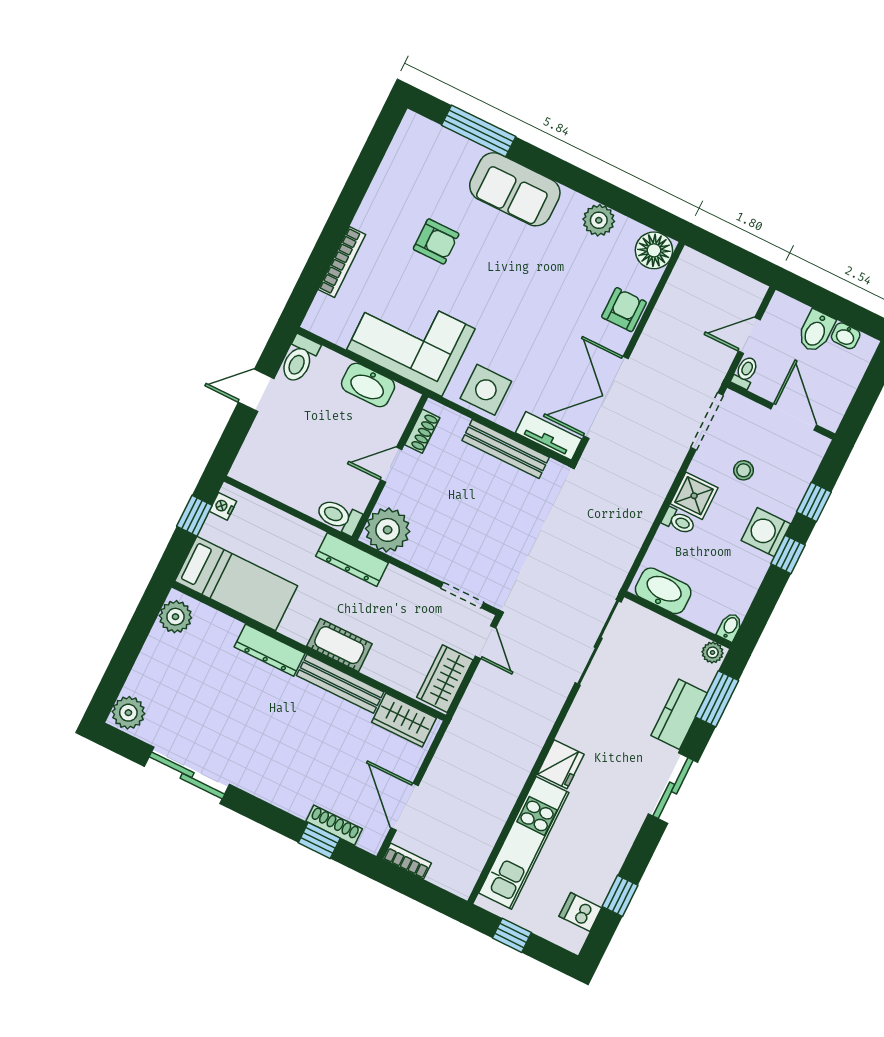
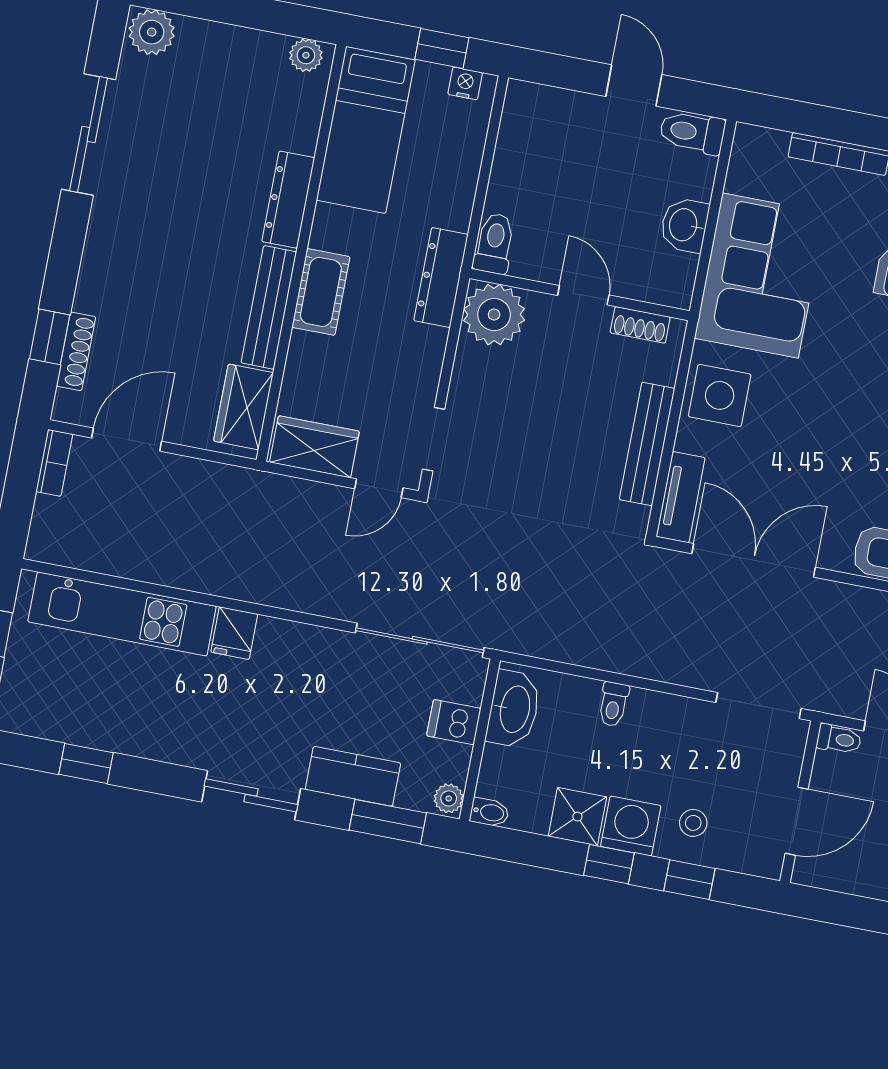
washbasin: (368, 385) -> (684, 225), width x0.72
stool: (744, 470) -> (693, 823), moved
shower: (694, 496) -> (577, 817), moved
plant: (175, 617) -> (306, 55), width x0.73, depth x0.73
fridge: (561, 764) -> (234, 633), width x0.72
dishwasher: (580, 912) -> (454, 722), moved, turned -90

